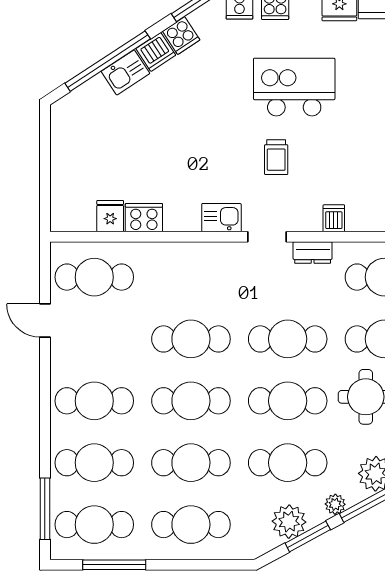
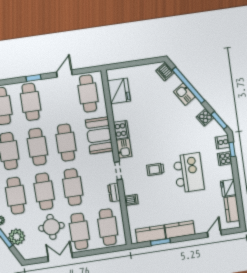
dishwasher: (156, 52) -> (165, 72), moved
fridge: (110, 216) -> (119, 91), width x1.88, depth x1.34
cooker: (144, 218) -> (121, 130), moved
booth: (186, 266) -> (99, 135), added
window: (45, 387) -> (33, 78), added

